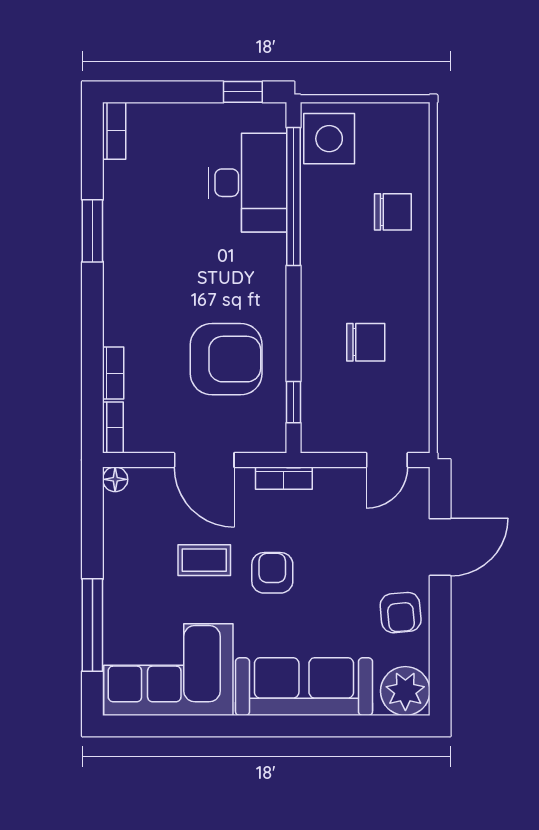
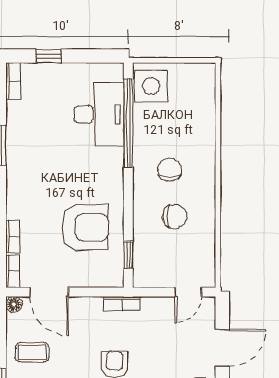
window: (243, 92) -> (49, 56), moved
chair: (393, 212) -> (170, 170), moved, turned -90
door: (204, 460) -> (49, 292), moved
coffee table: (204, 560) -> (32, 352), moved

